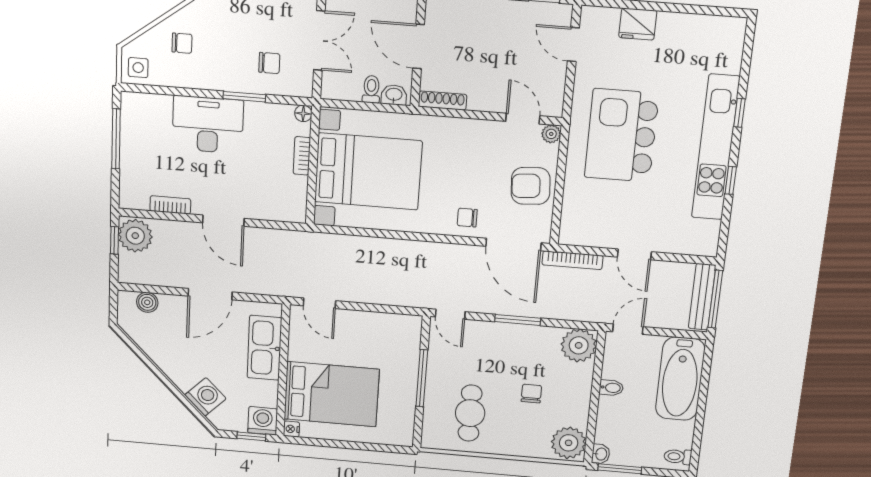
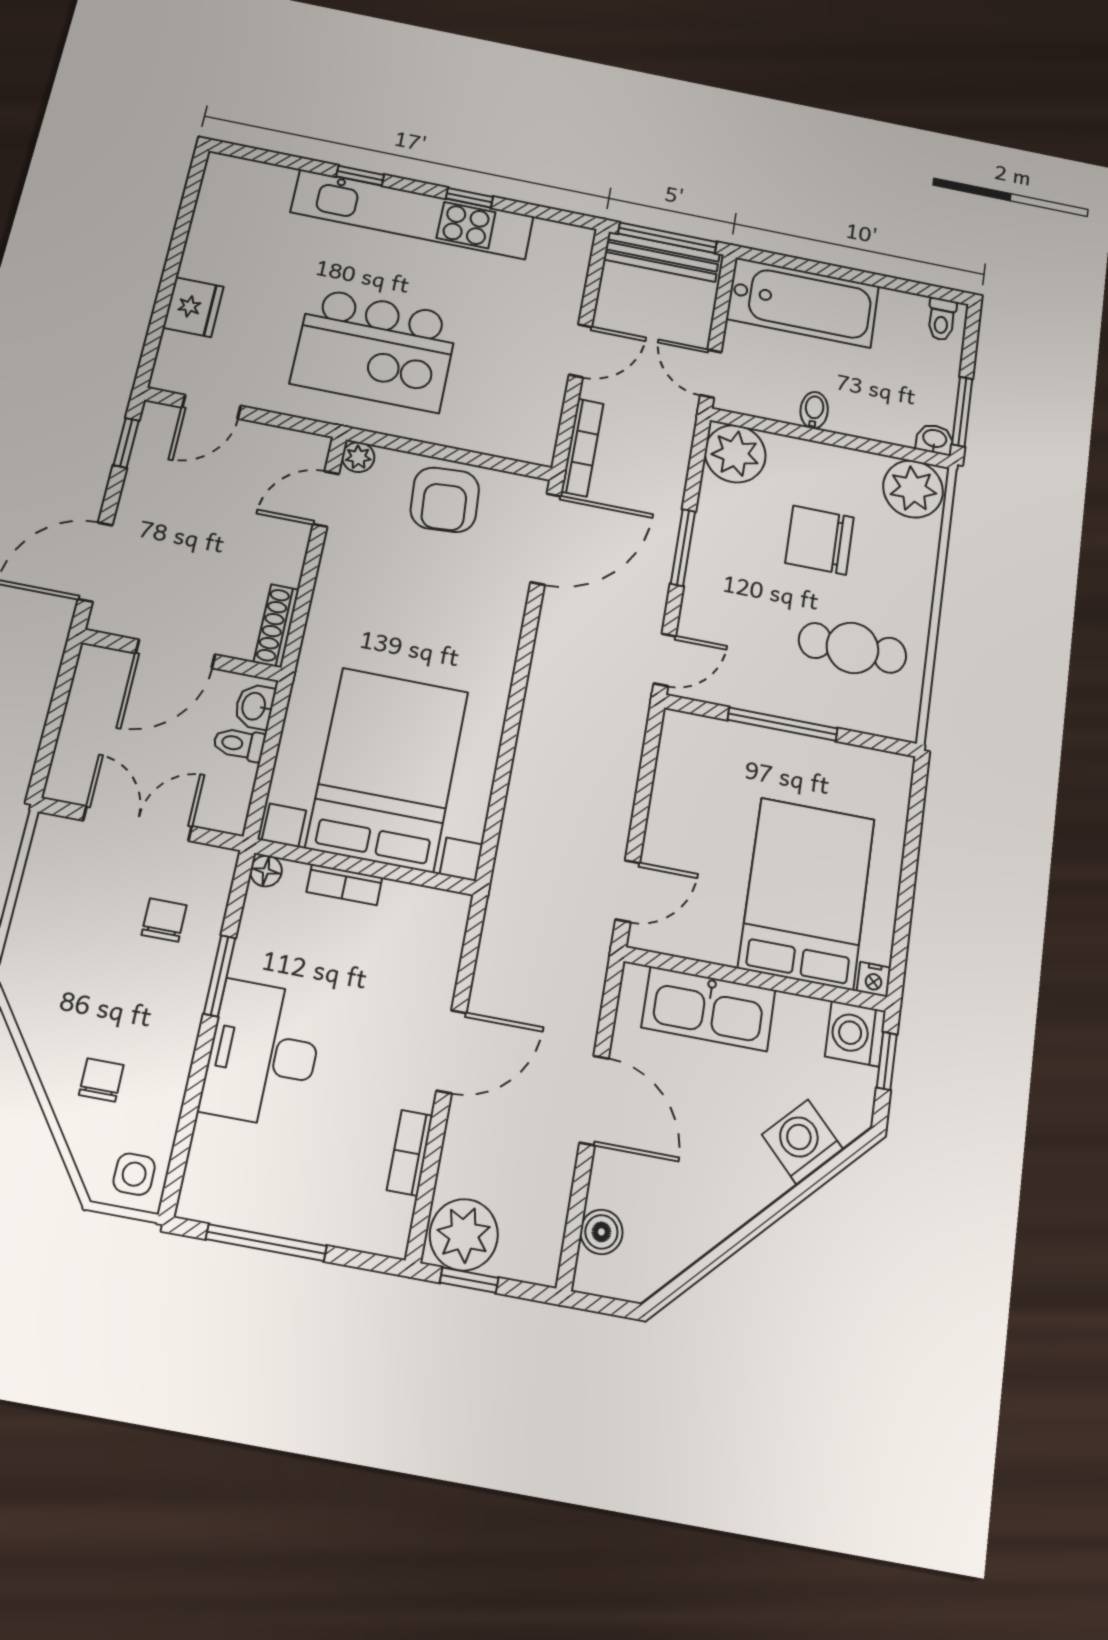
chair: (467, 218) -> (490, 610), removed
chair: (531, 394) -> (820, 540), width x1.87, depth x1.87

